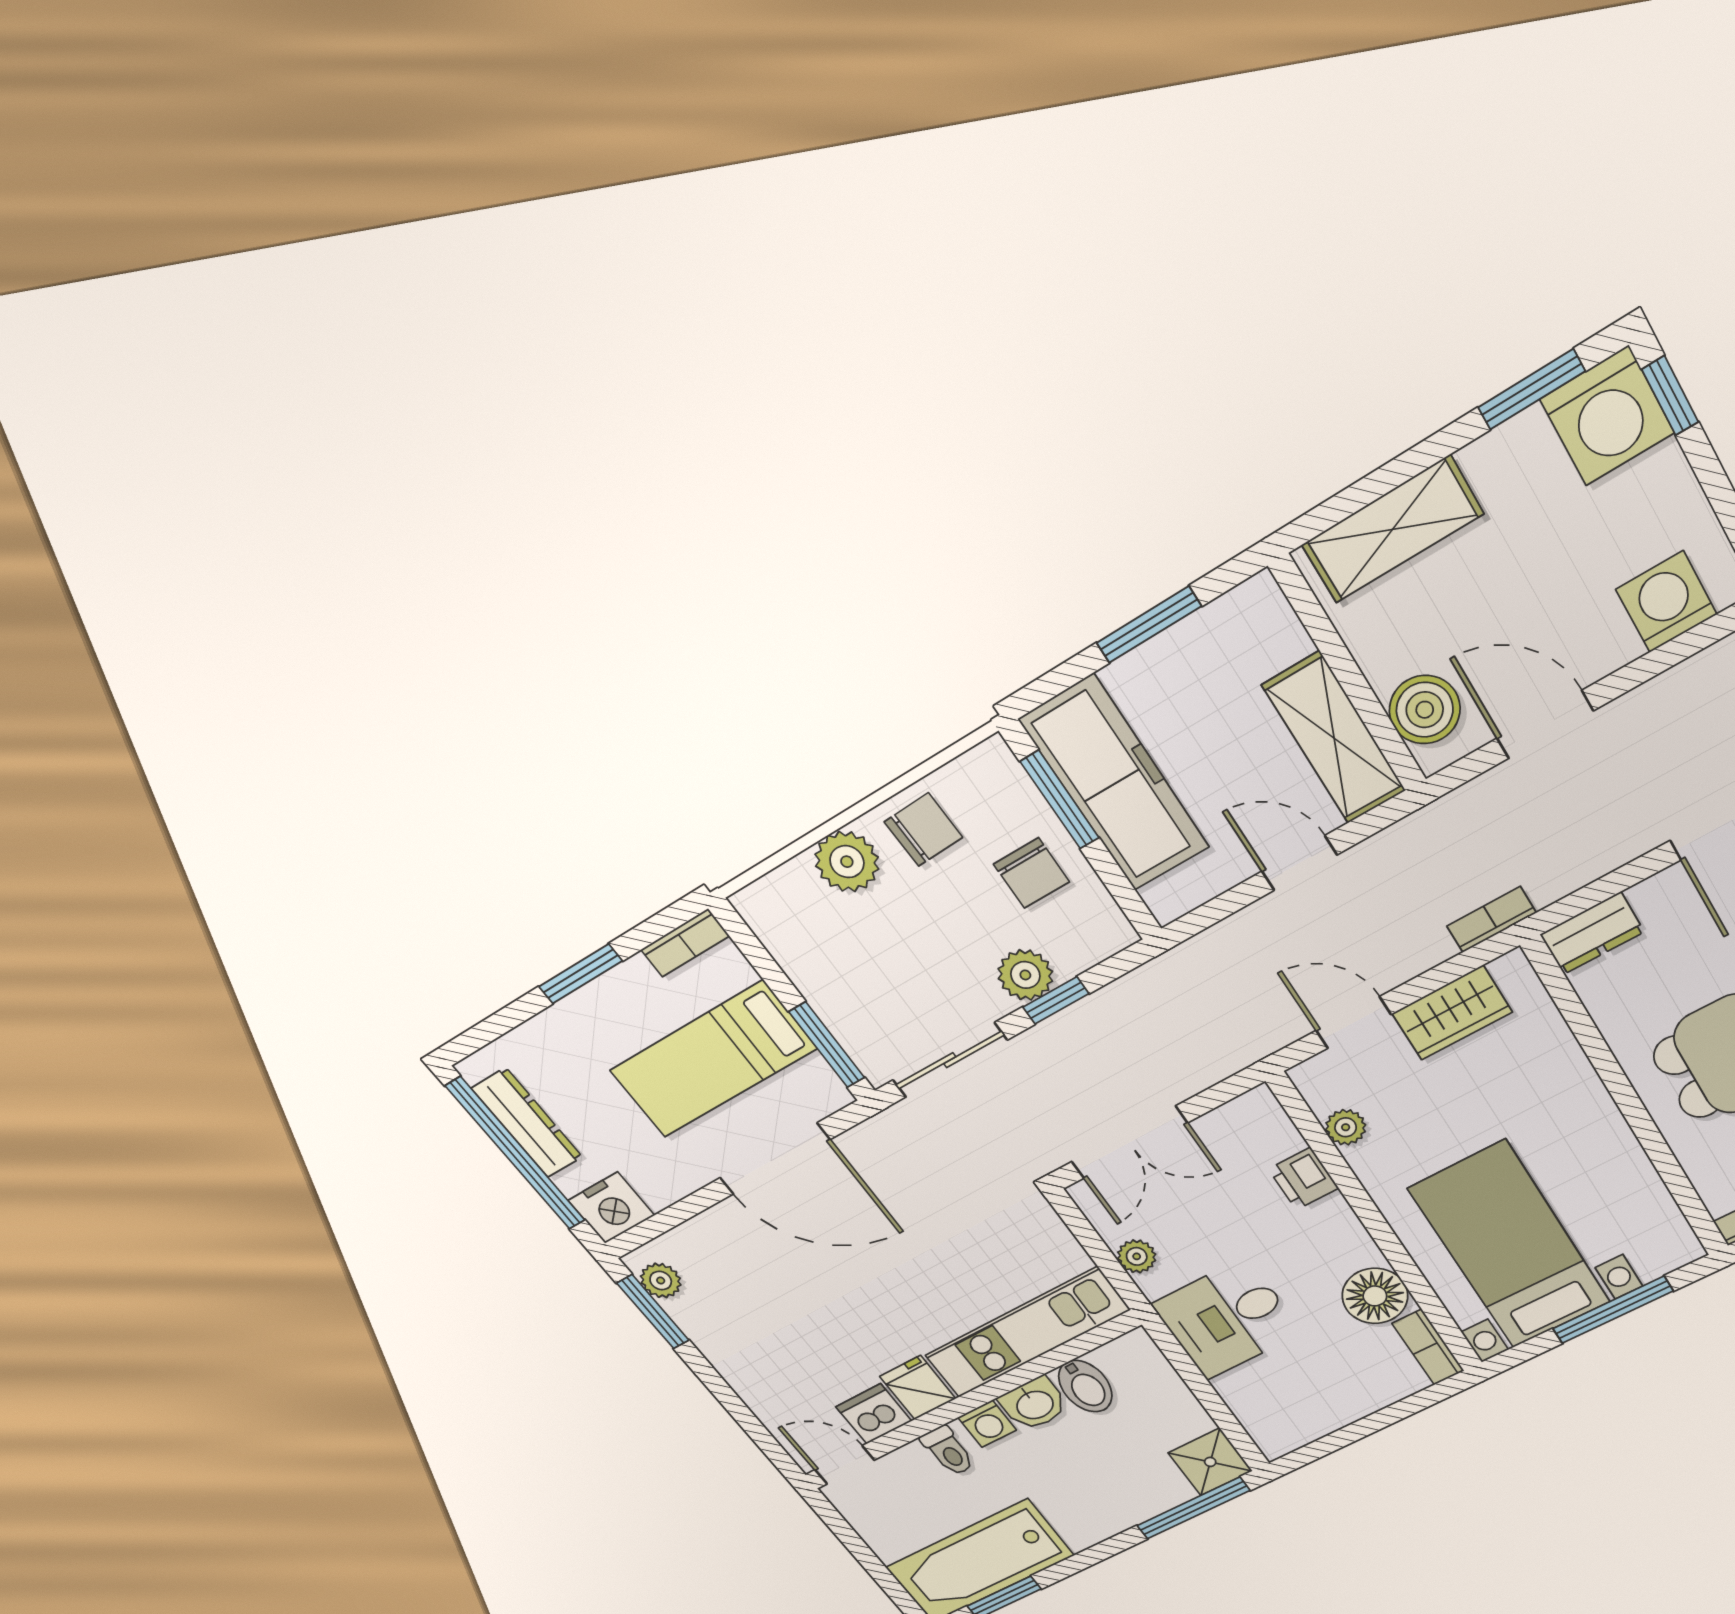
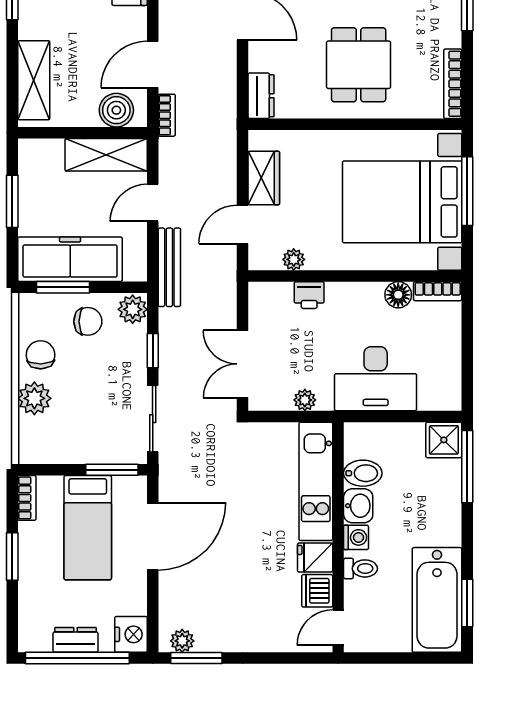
bookcase: (1491, 919) -> (167, 115), moved, turned 180
bench: (1208, 950) -> (169, 267), added
plant: (1025, 975) -> (133, 309), moved
dresser: (527, 1123) -> (75, 640), width x0.70
double door: (1129, 1142) -> (243, 364), swing flipped
bed with nightstands: (1510, 1246) -> (402, 202), width x1.36
floor lamp: (1375, 1296) -> (398, 295), width x0.73, depth x0.73
desk: (1227, 1318) -> (376, 379), width x1.37

